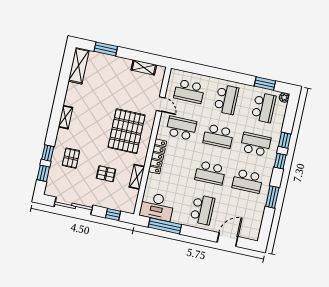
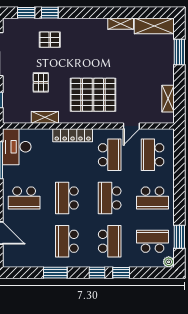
school desk: (264, 108) -> (152, 241), turned 180
shelving: (65, 117) -> (121, 24), moved

